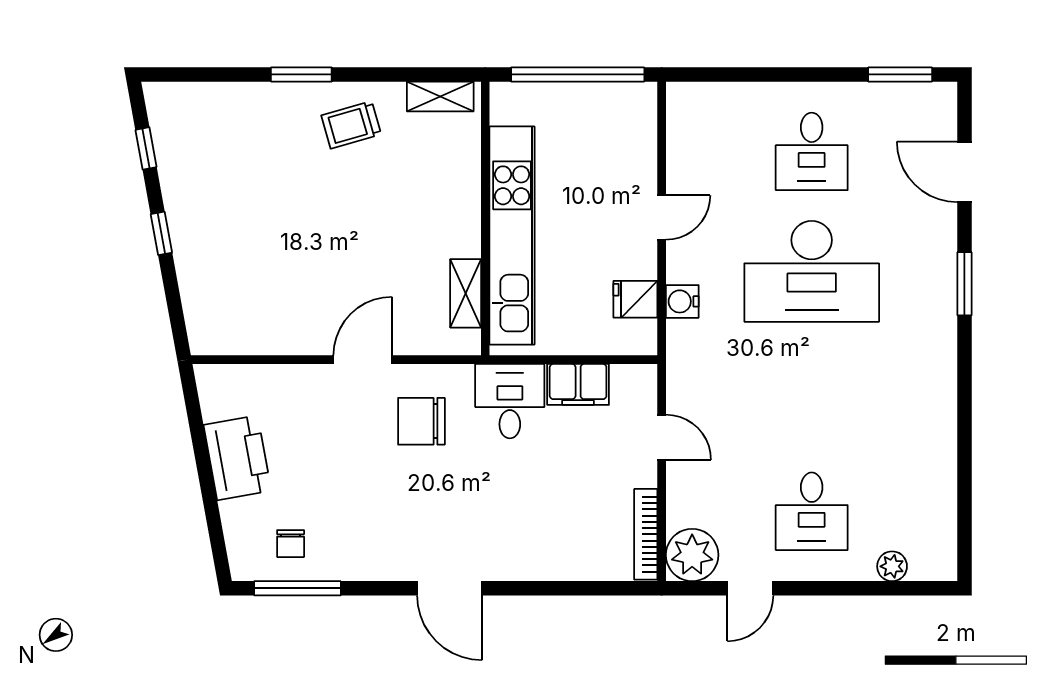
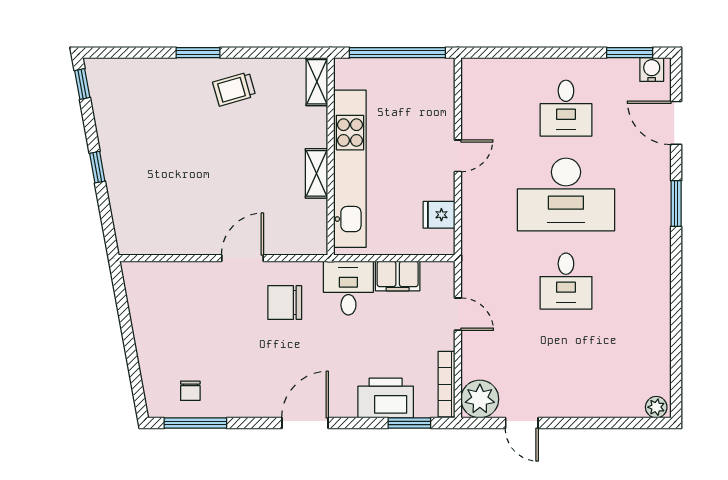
shelving: (440, 96) -> (317, 82), moved, turned 90
window: (146, 148) -> (82, 84), moved
shelving: (466, 293) -> (317, 173), moved
water cooler: (682, 301) -> (652, 70), moved, turned 90
printer: (237, 458) -> (386, 398), moved, turned -80
desk: (812, 511) -> (566, 281), moved
plant: (892, 566) -> (656, 407), moved
door: (450, 588) -> (305, 423), swing flipped
window: (594, 588) -> (409, 423), added
door: (750, 588) -> (522, 423), hinge flipped

